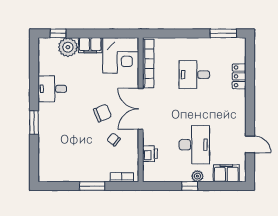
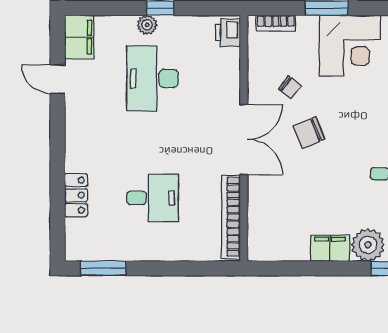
corner desk: (121, 55) -> (350, 46), moved, turned 180
printer: (150, 154) -> (228, 33), moved
filing cabinet: (226, 173) -> (79, 37), moved, turned -90

